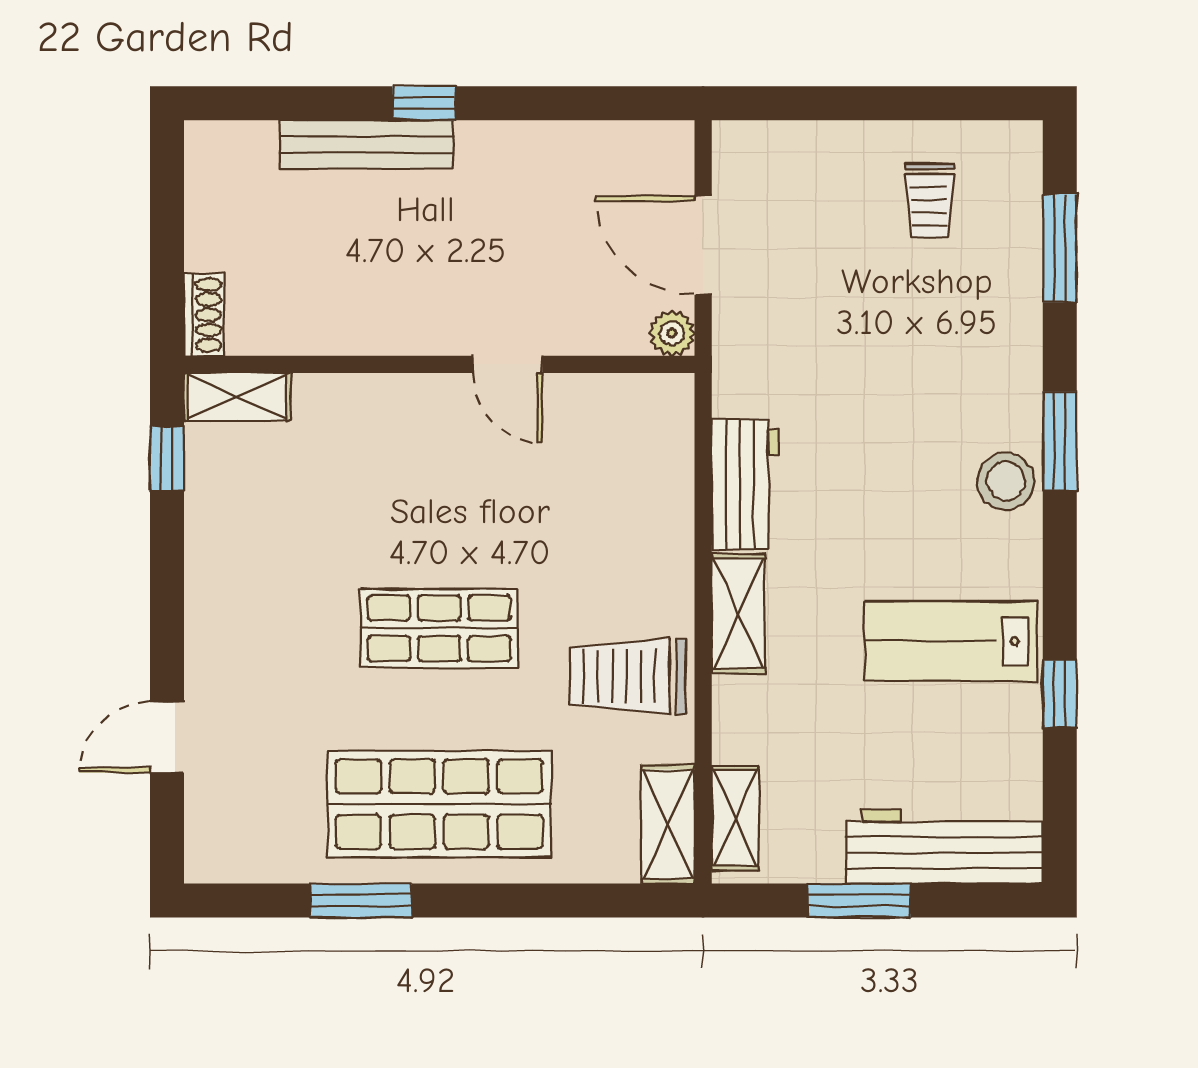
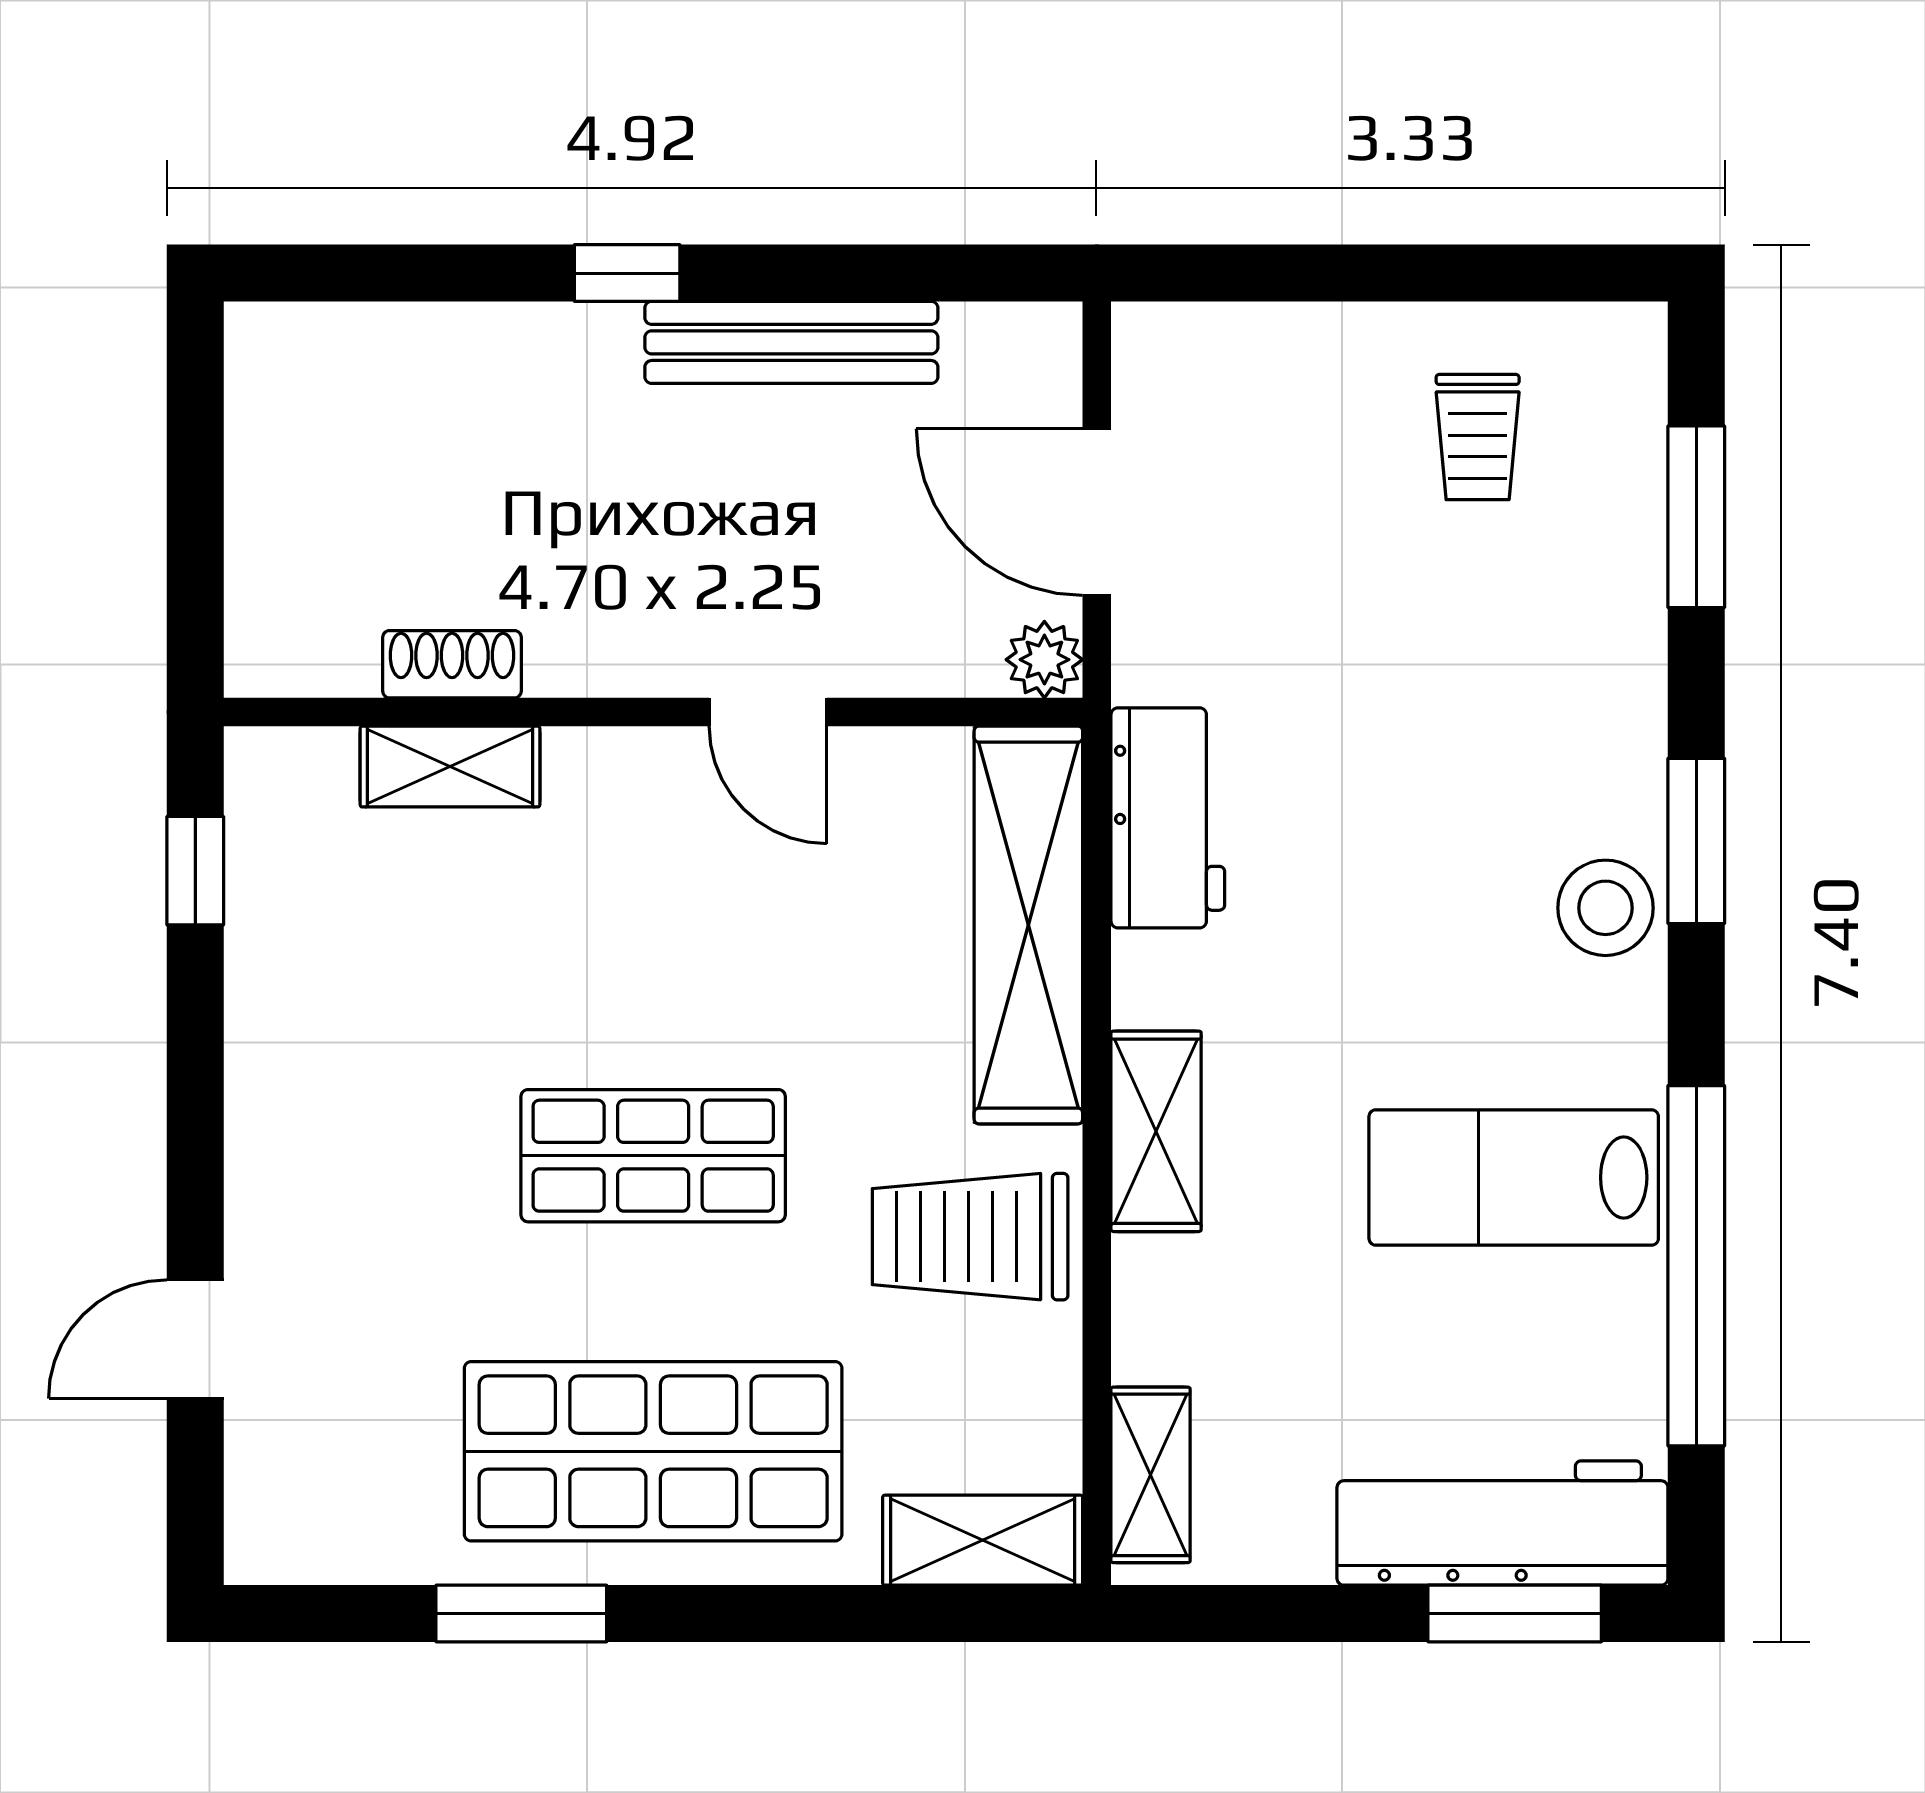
bench: (366, 144) -> (791, 342), moved
shoe rack: (204, 315) -> (452, 664), moved, turned -90
shelving: (237, 397) -> (450, 767), moved
workbench: (745, 484) -> (1168, 818), moved
shelving: (662, 491) -> (1028, 925), added
window: (1060, 694) -> (1696, 1266), width x3.17
shelving: (668, 824) -> (983, 1540), moved, turned 90
window: (859, 901) -> (1515, 1614), moved

